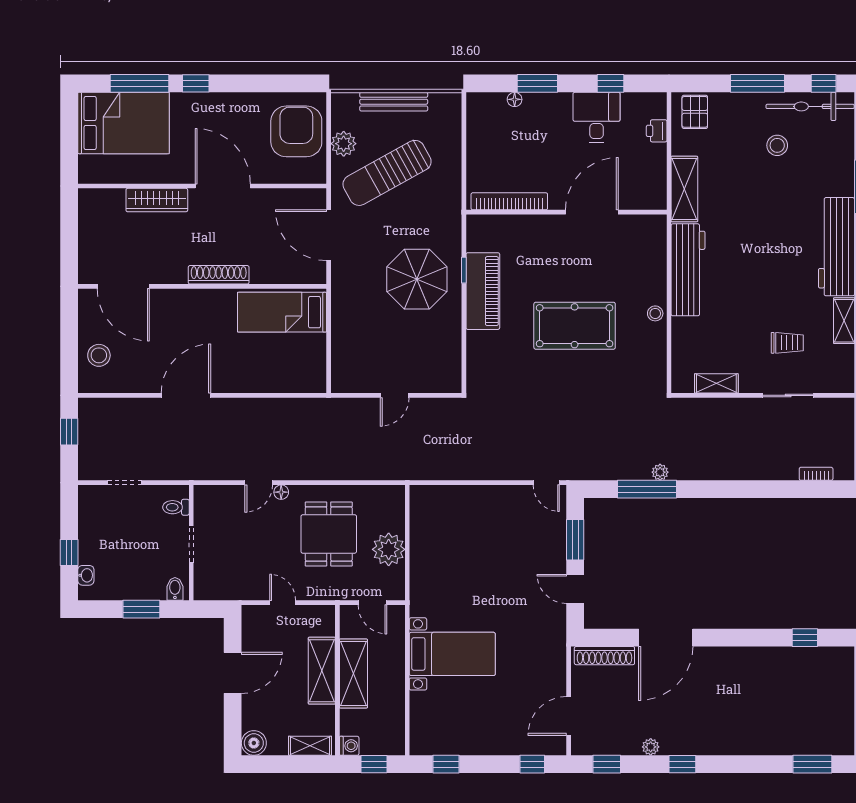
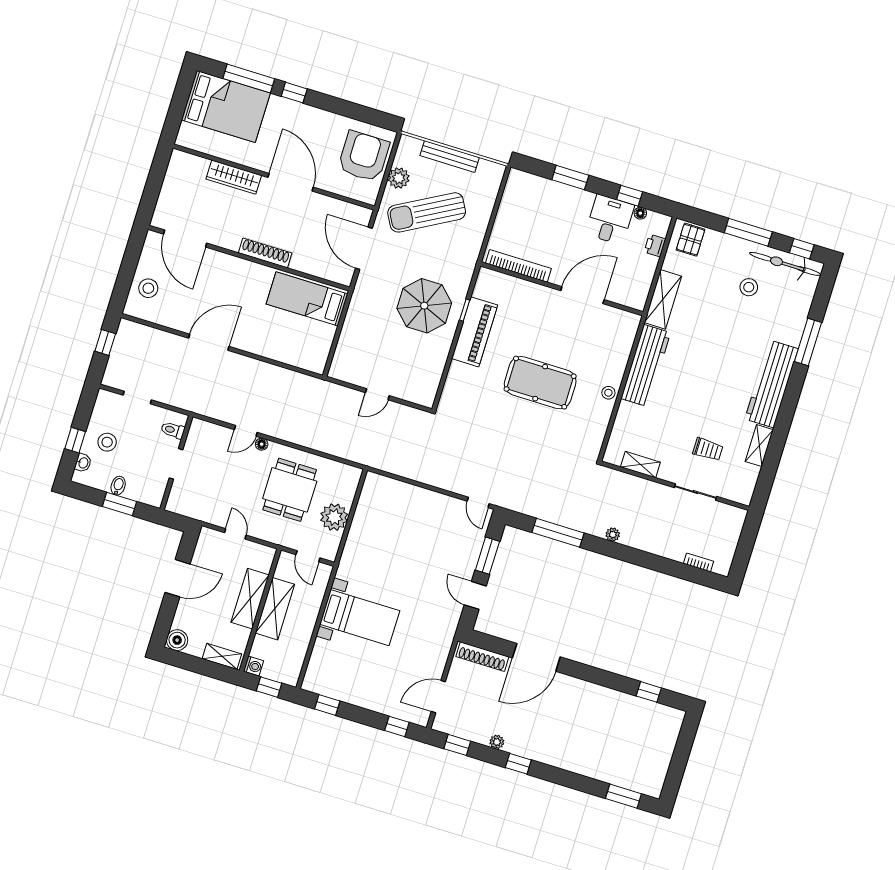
floor lamp: (515, 99) -> (640, 213), moved
plant: (660, 472) -> (613, 535), moved
stool: (106, 544) -> (107, 442), added
bidet: (175, 589) -> (118, 486), moved

